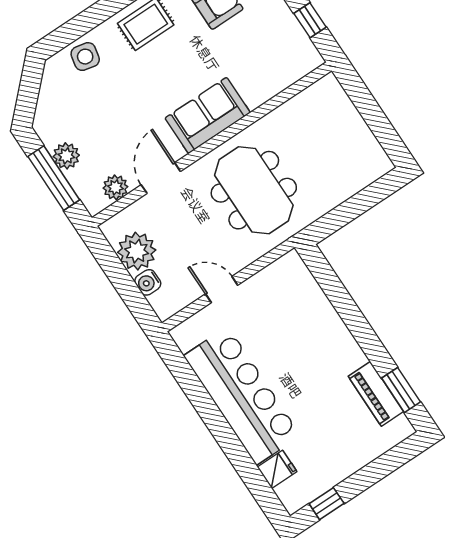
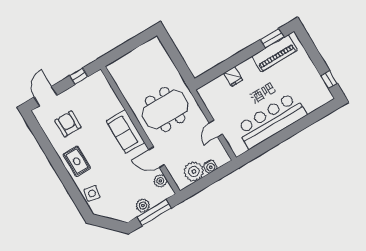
piano: (376, 394) -> (275, 53), width x1.37, depth x1.33
fridge: (277, 469) -> (233, 77), moved, turned 180

